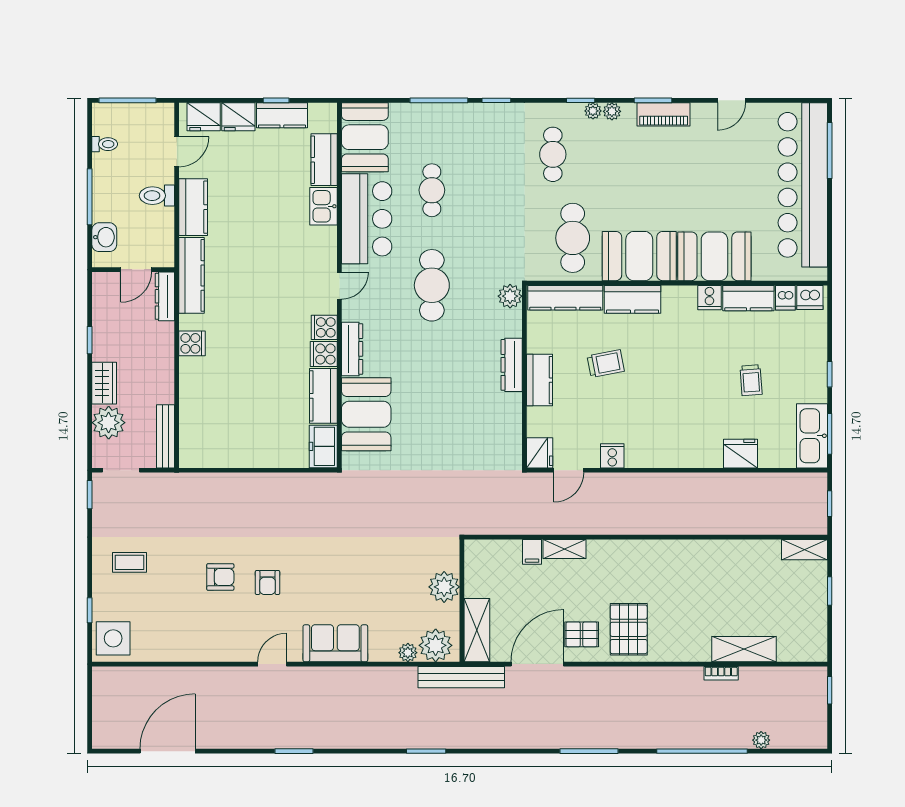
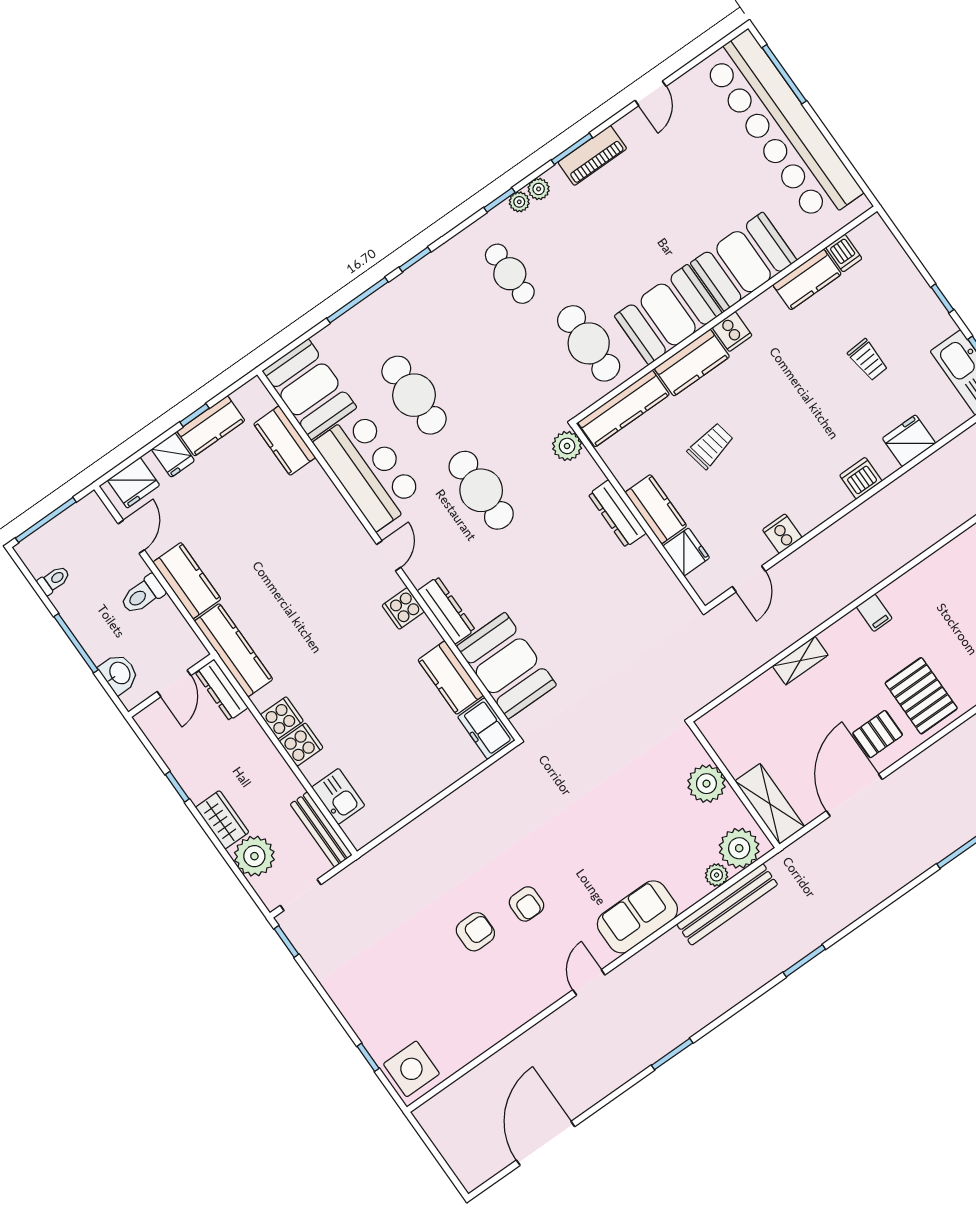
fridge: (238, 117) -> (173, 455), width x0.72
cafe table: (432, 190) -> (414, 395), width x1.37, depth x1.35
kitchen sink: (323, 206) -> (338, 796), moved, turned 180
dishwasher: (810, 297) -> (861, 478), moved, turned 180
cooker: (709, 298) -> (732, 332), moved
cooker: (324, 354) -> (301, 745), moved, turned 180
fridge: (540, 453) -> (686, 552), moved
filing cabinet: (532, 552) -> (874, 613), moved
coffee table: (130, 562) -> (374, 981), removed
bench: (461, 677) -> (727, 904), moved

